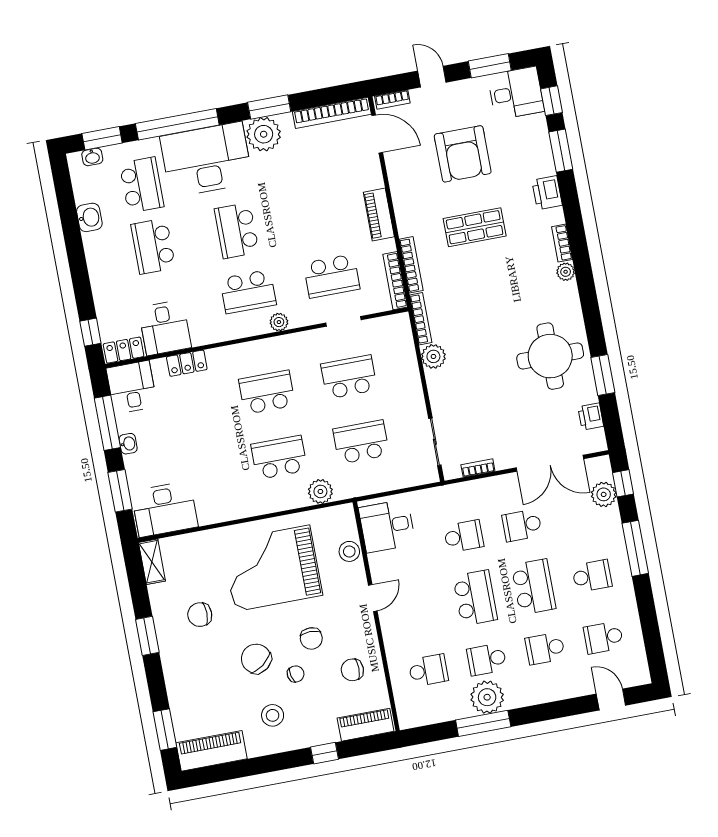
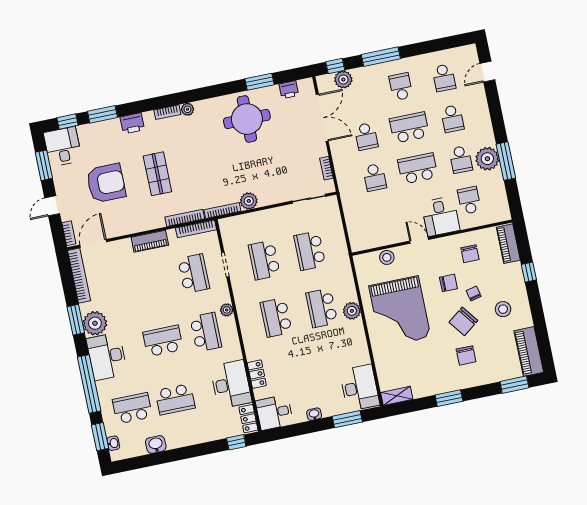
desk: (206, 160) -> (107, 356), width x0.73, depth x0.77
school desk: (237, 231) -> (163, 341), turned 180
desk: (165, 328) -> (231, 384), width x1.37
window: (107, 423) -> (300, 429), removed
plant: (320, 491) -> (352, 311), moved
desk: (387, 526) -> (441, 216), moved
school desk: (464, 536) -> (375, 177), turned 180
chair: (200, 615) -> (466, 355), moved

